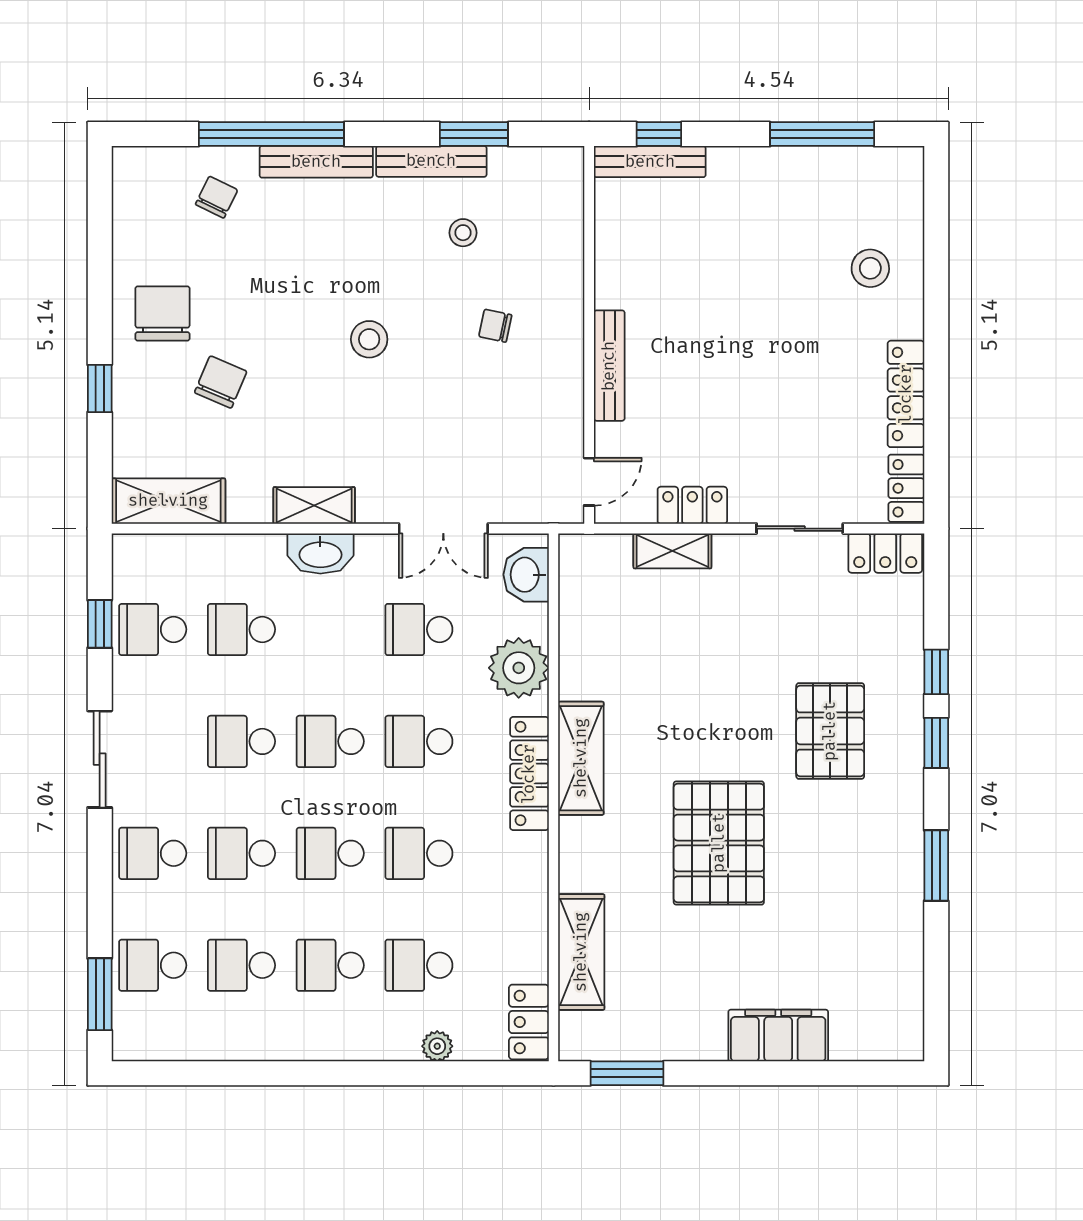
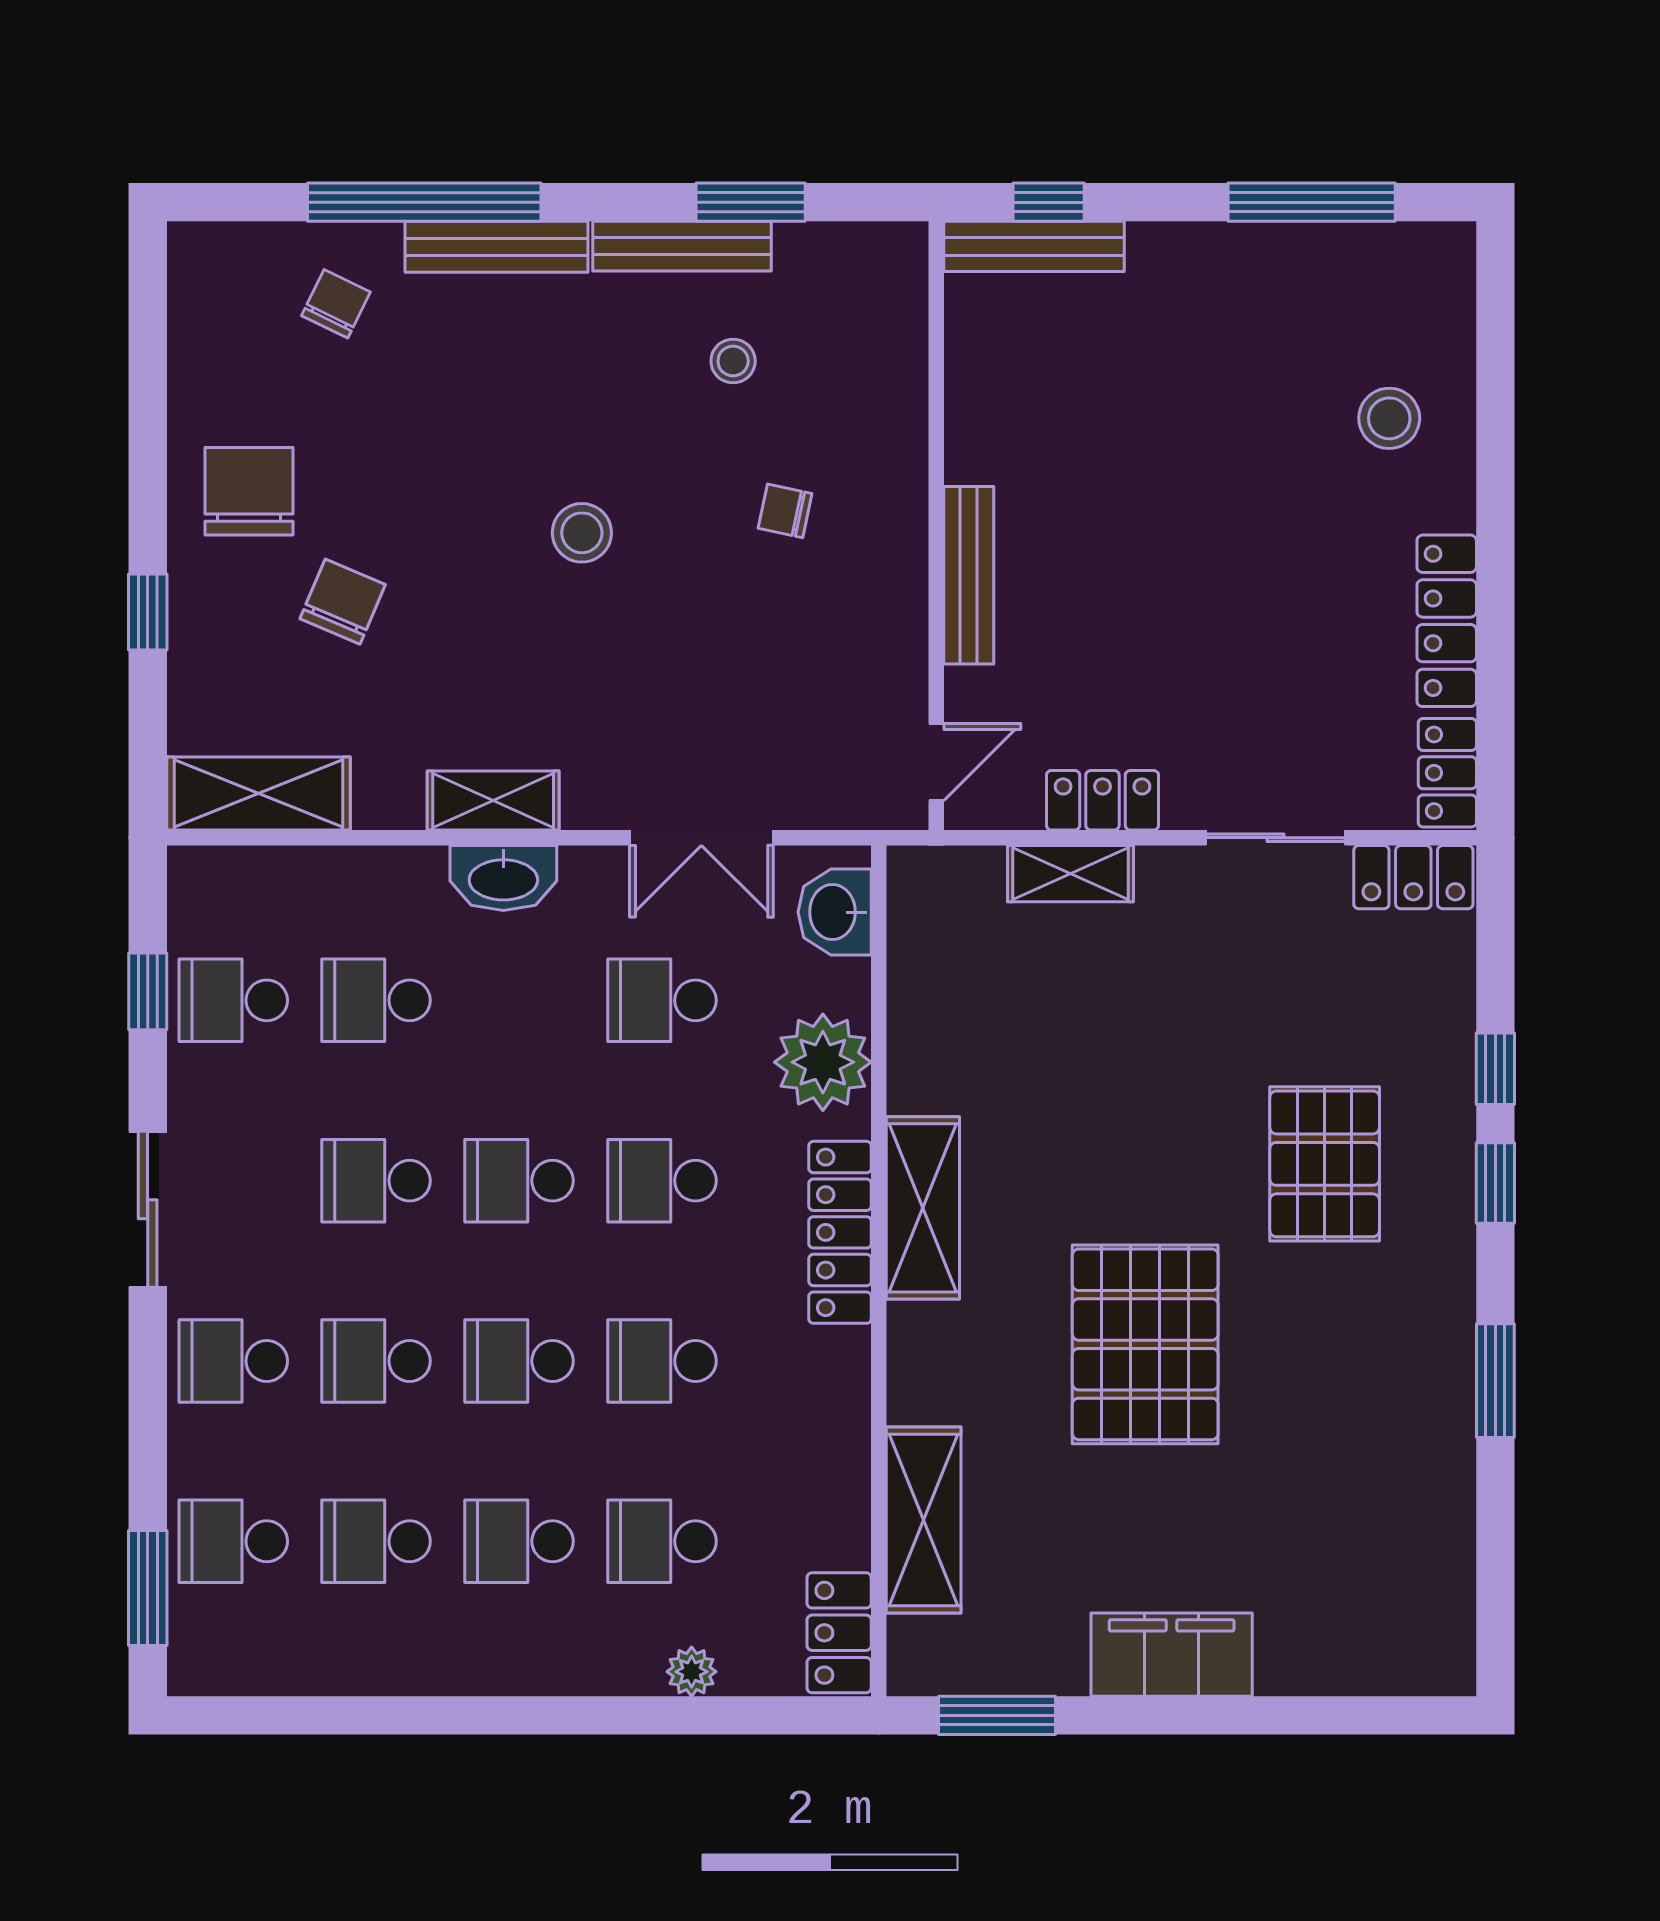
filing cabinet: (778, 1036) -> (1172, 1655), moved

